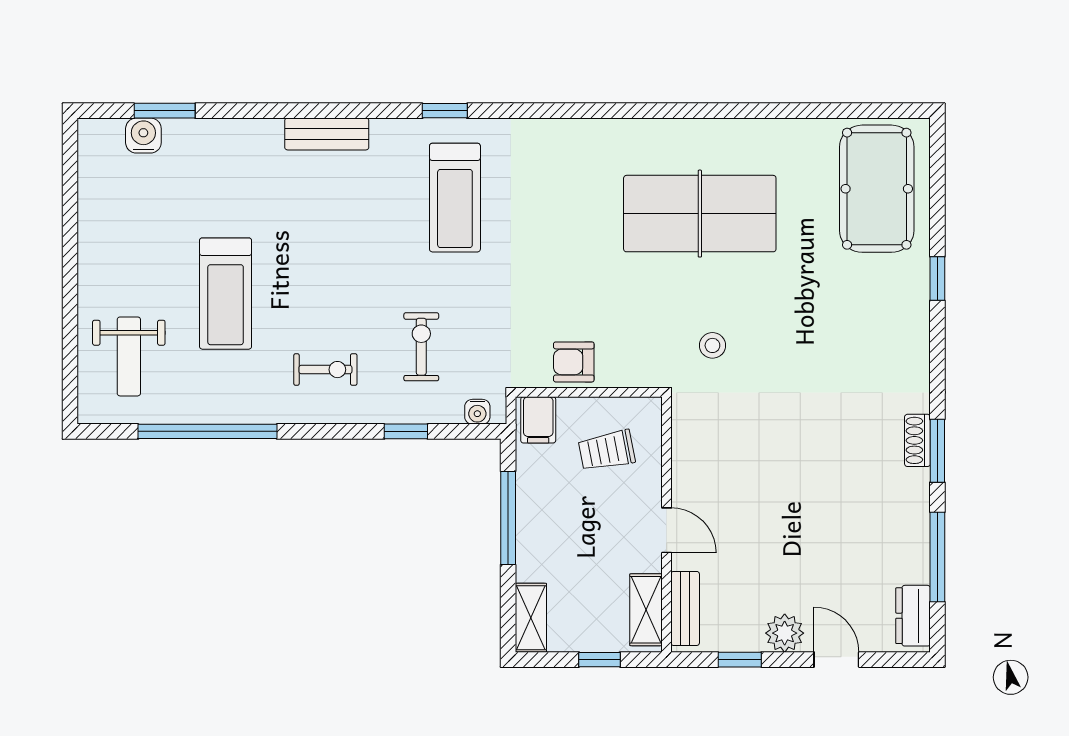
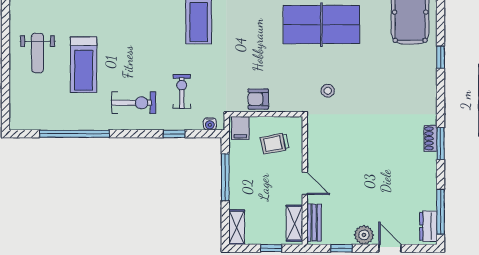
weight bench: (129, 356) -> (38, 53), moved
exercise bike: (325, 370) -> (134, 103), width x1.38, depth x1.39
window: (937, 557) -> (441, 212), moved

